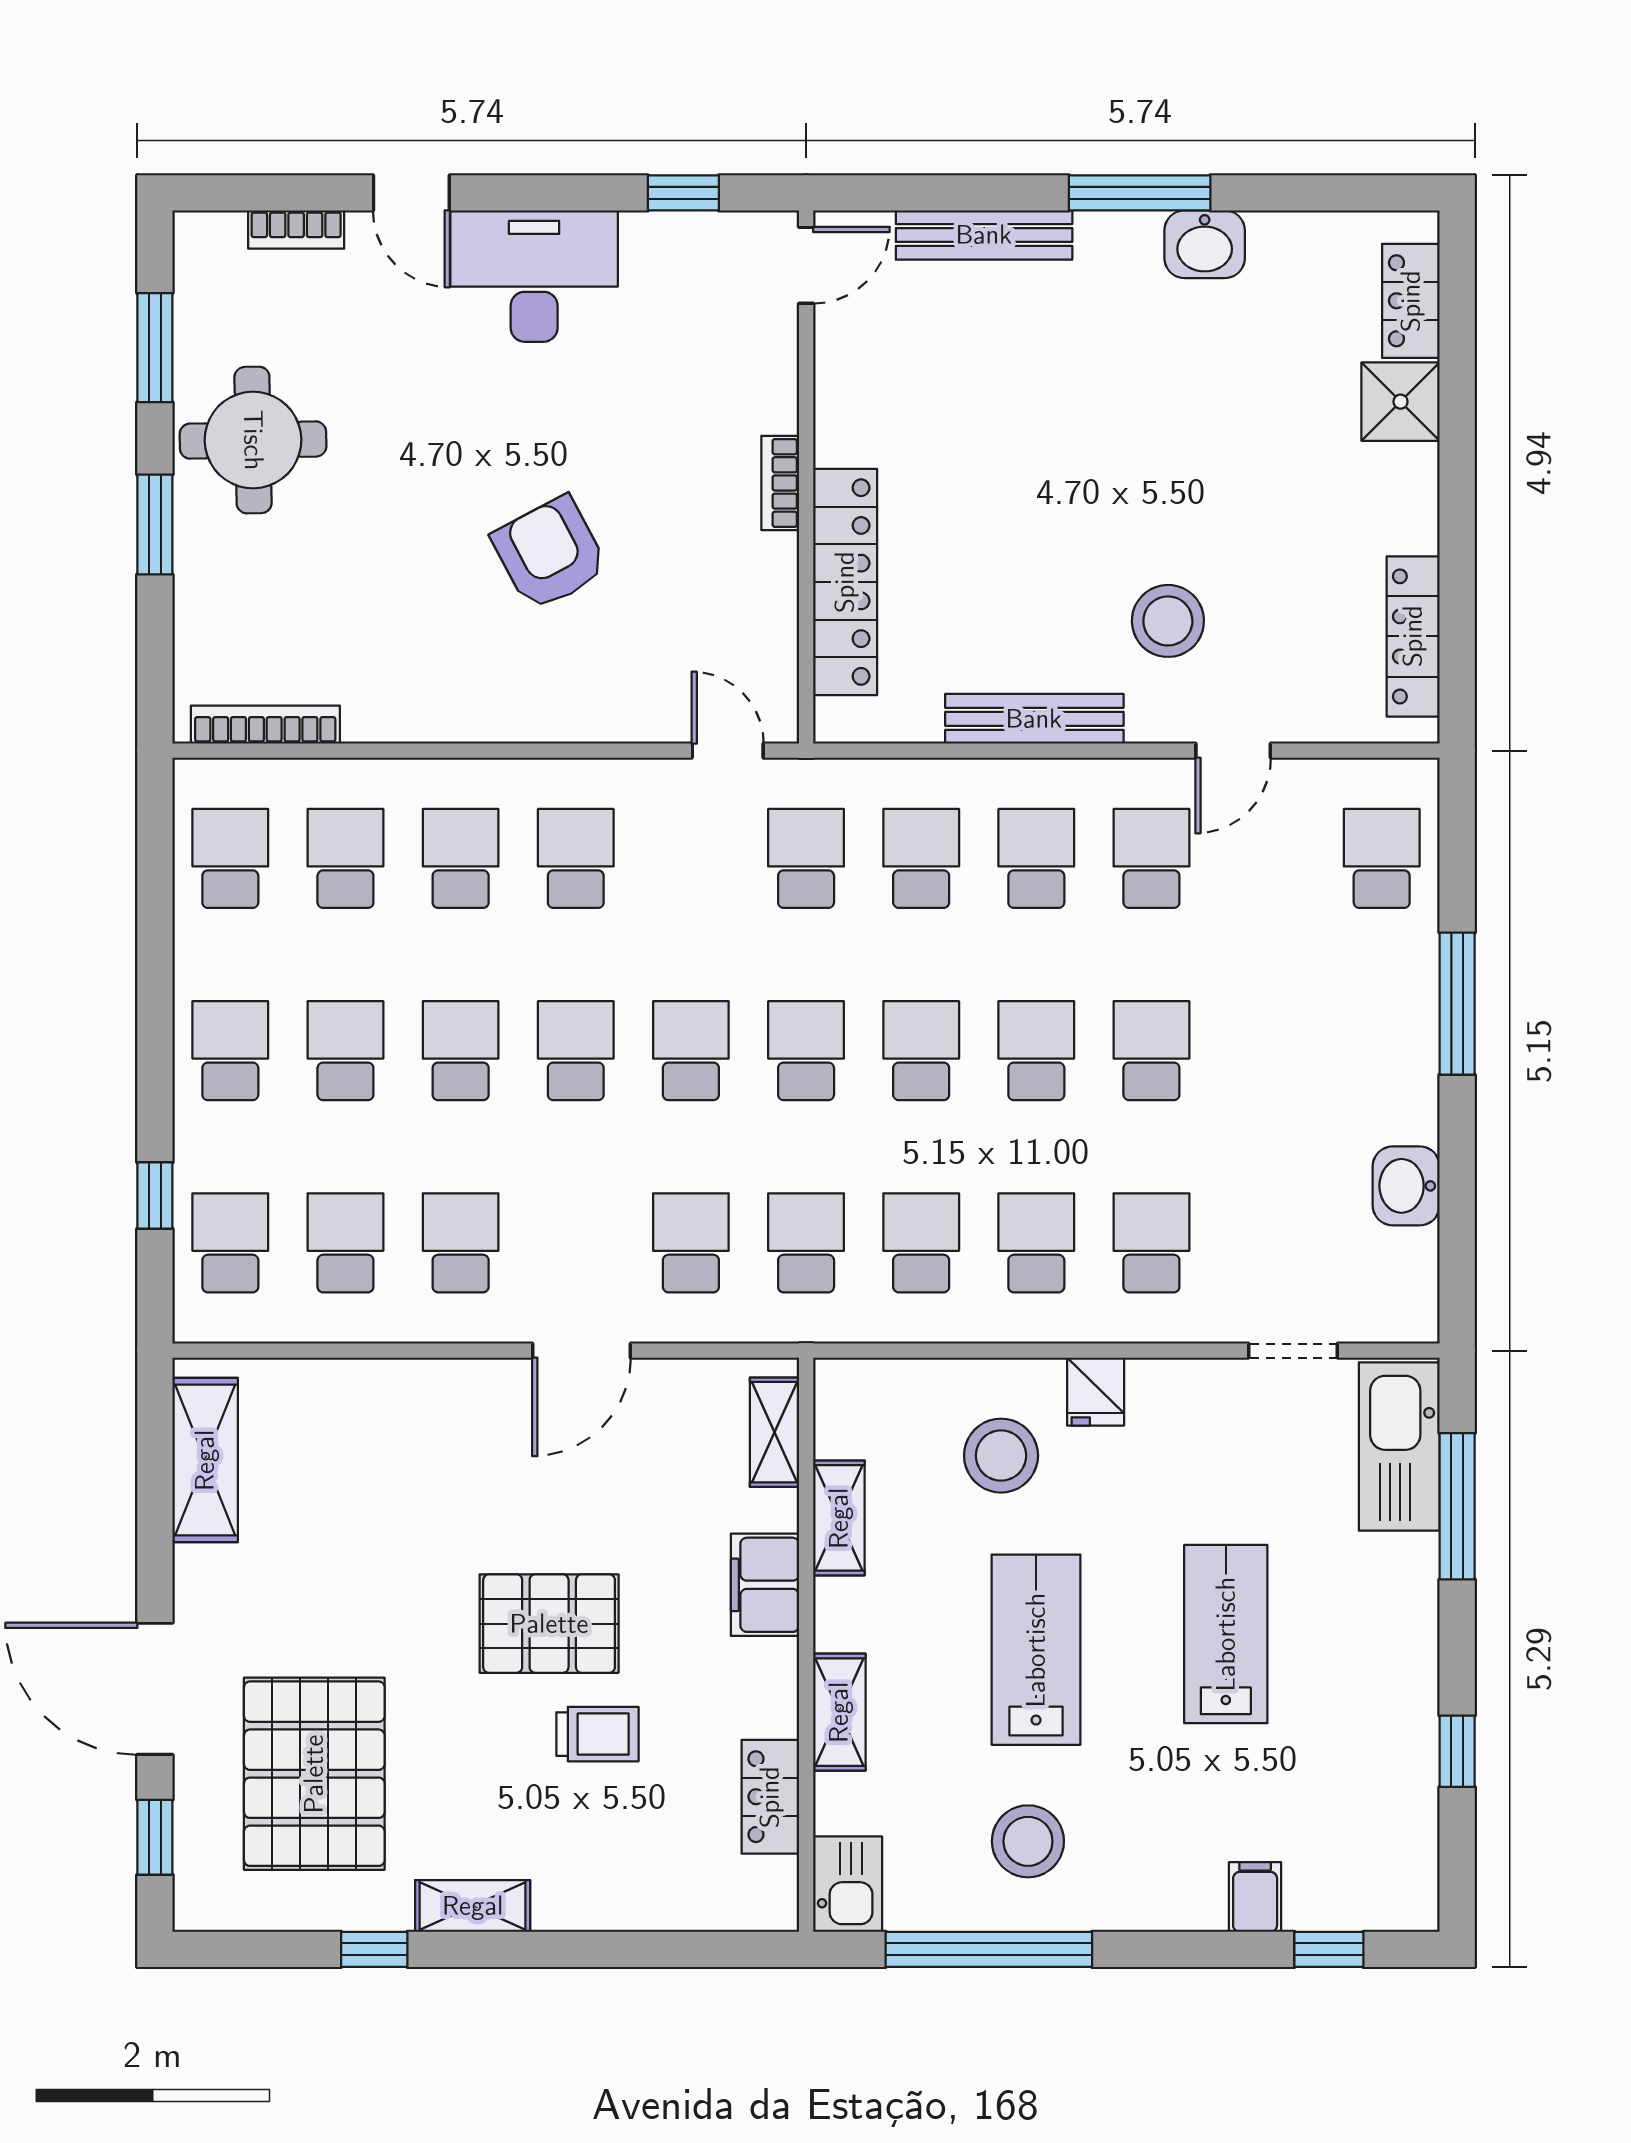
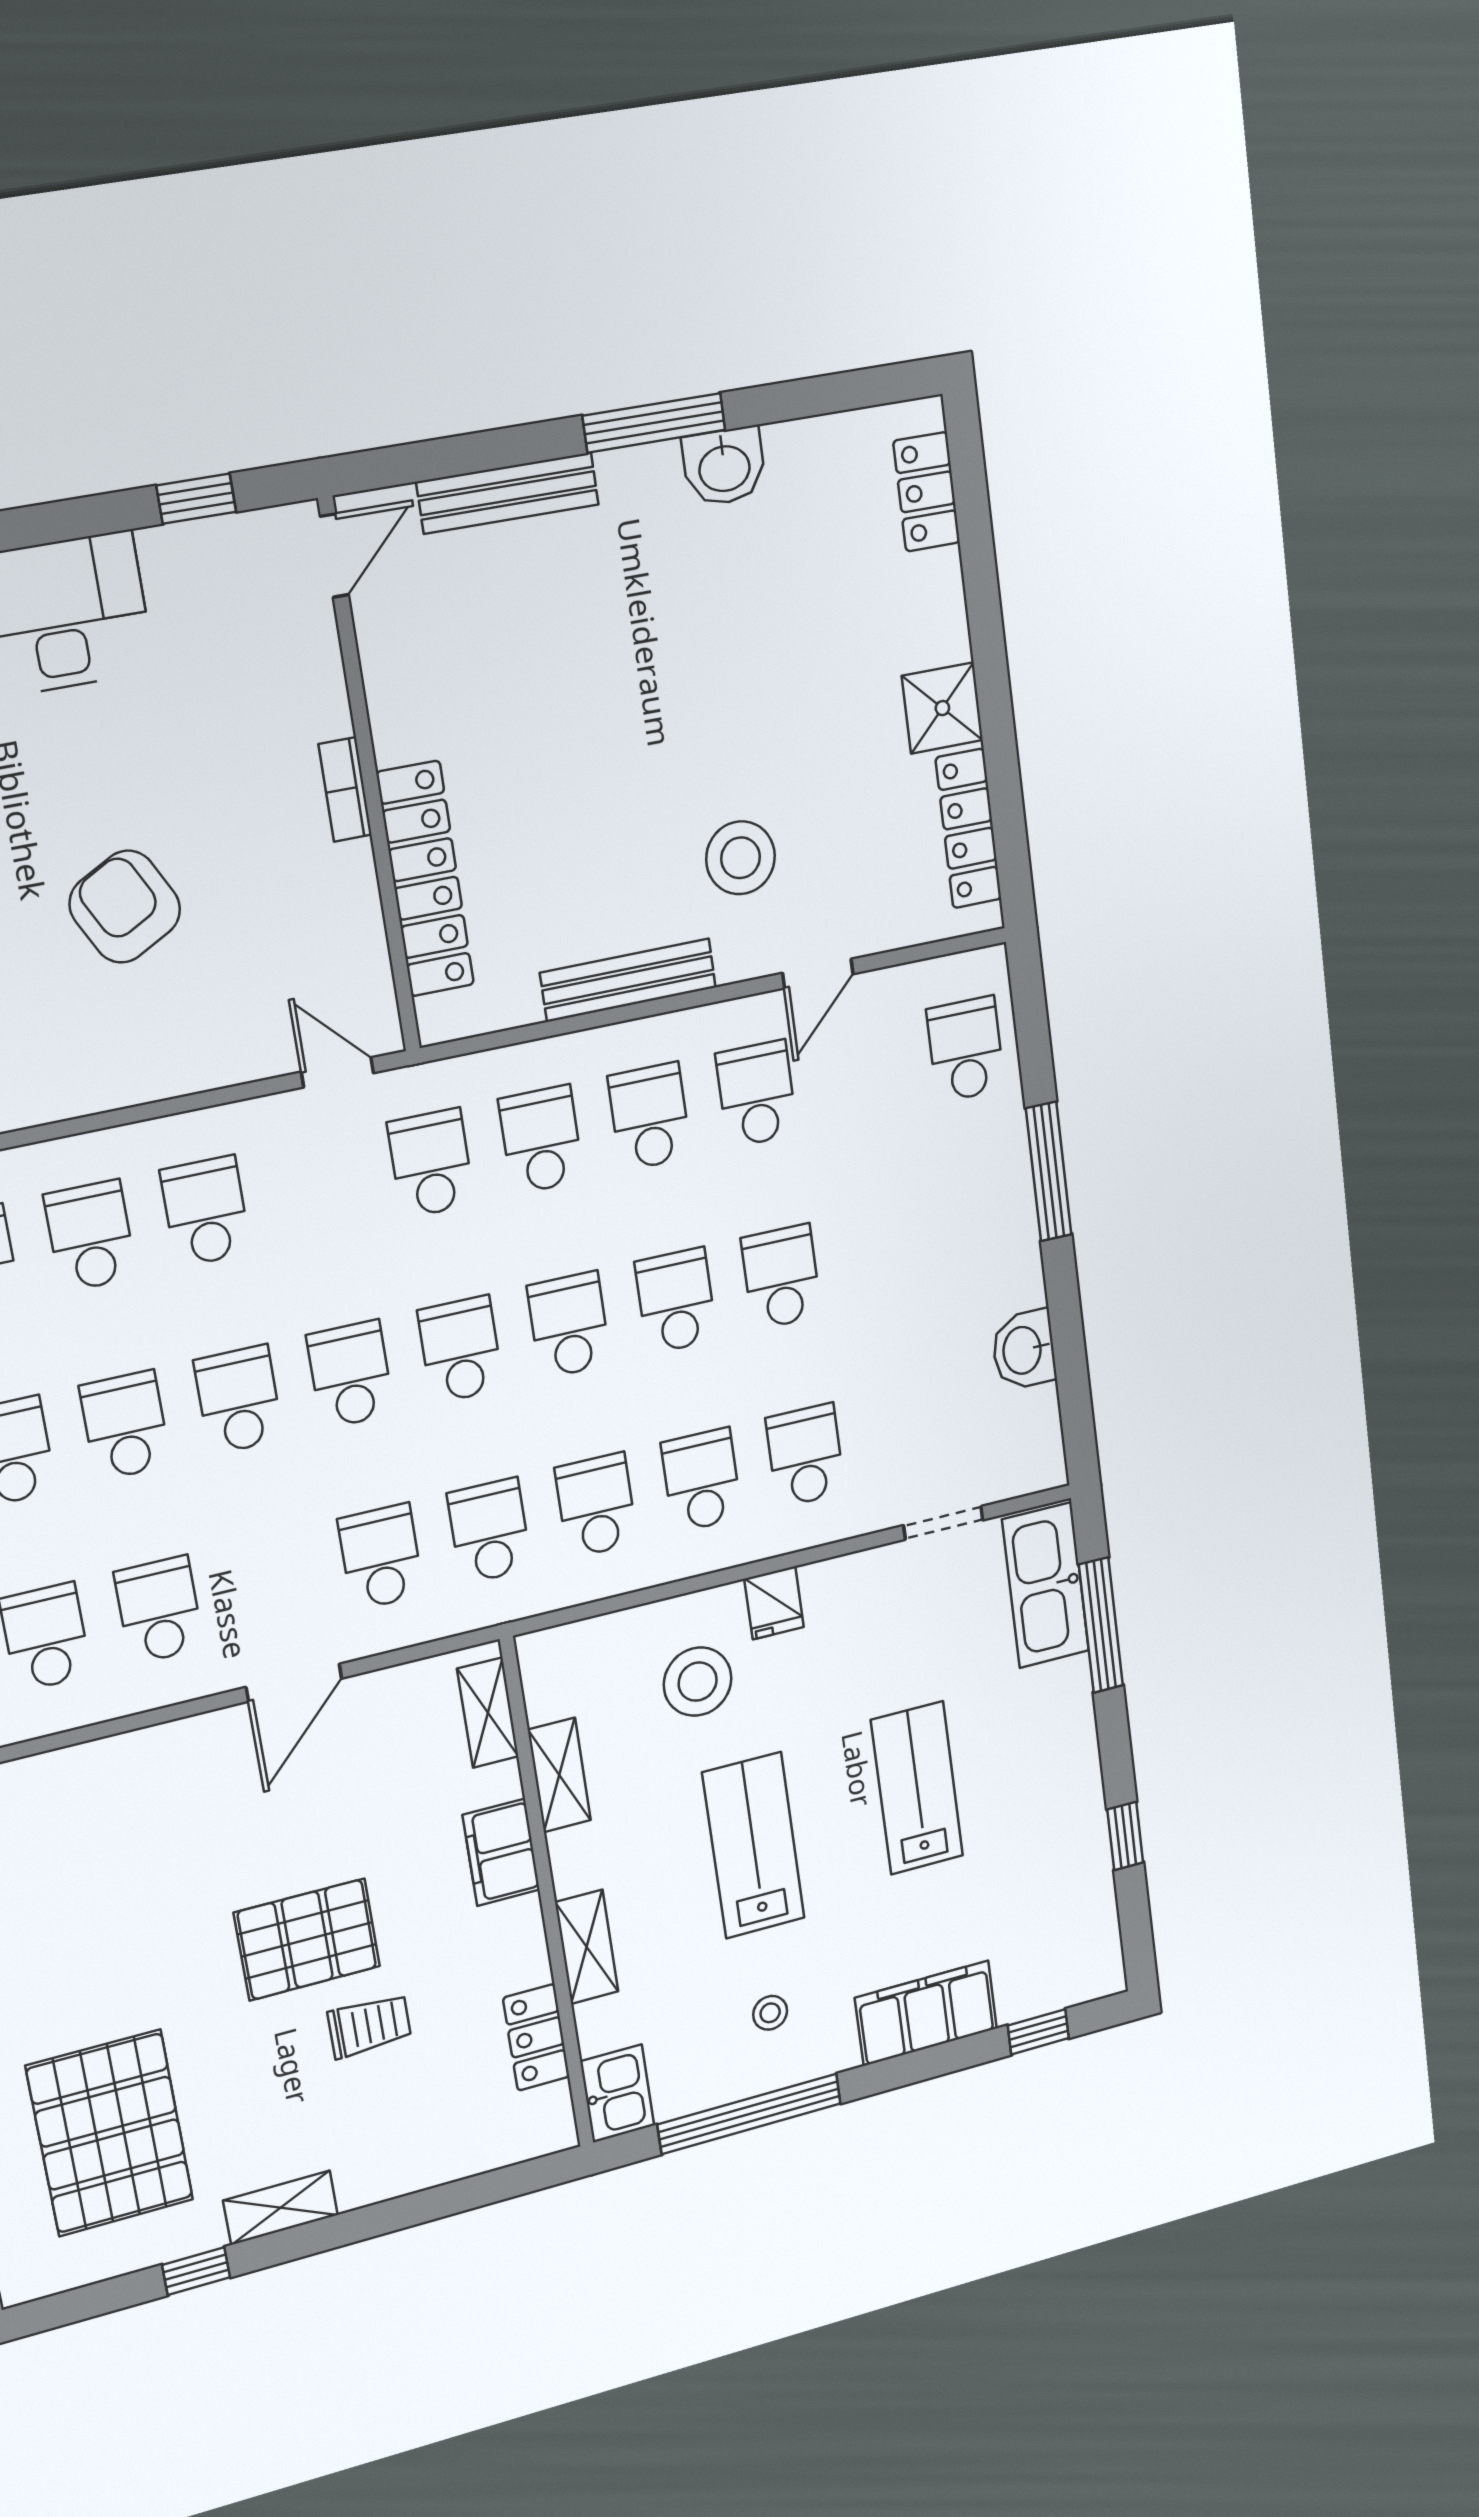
shower: (1401, 402) -> (942, 708), moved
stool: (1028, 1841) -> (770, 2013), width x0.53, depth x0.53
filing cabinet: (1255, 1897) -> (926, 2013), width x3.00, depth x1.17

